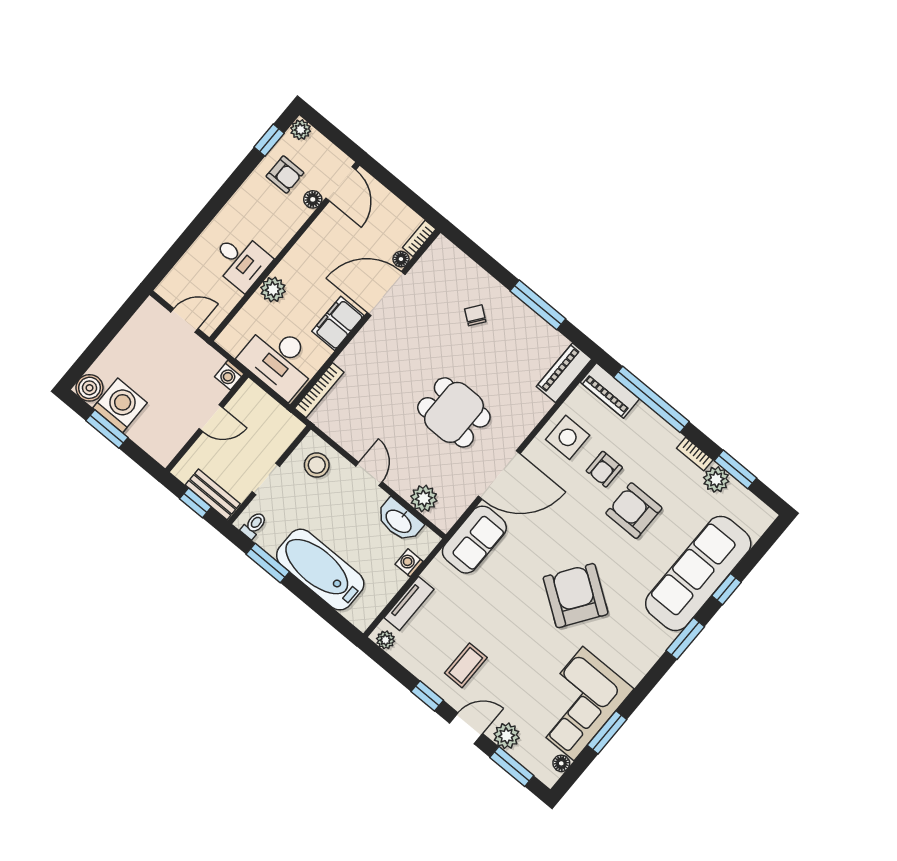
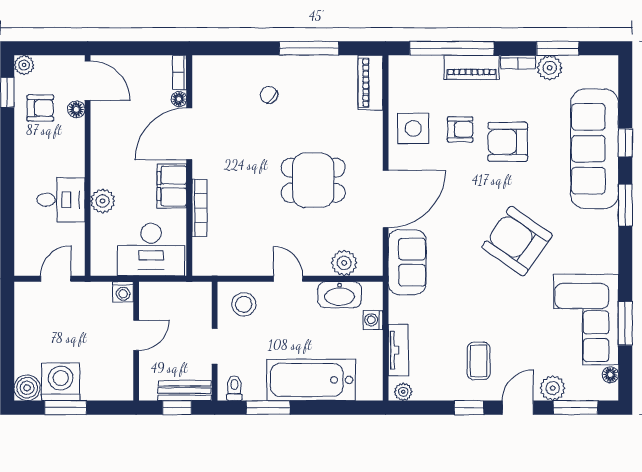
bookcase: (319, 390) -> (199, 208), moved
piano: (610, 390) -> (472, 67), moved
armchair: (604, 469) -> (460, 129), turned -90

